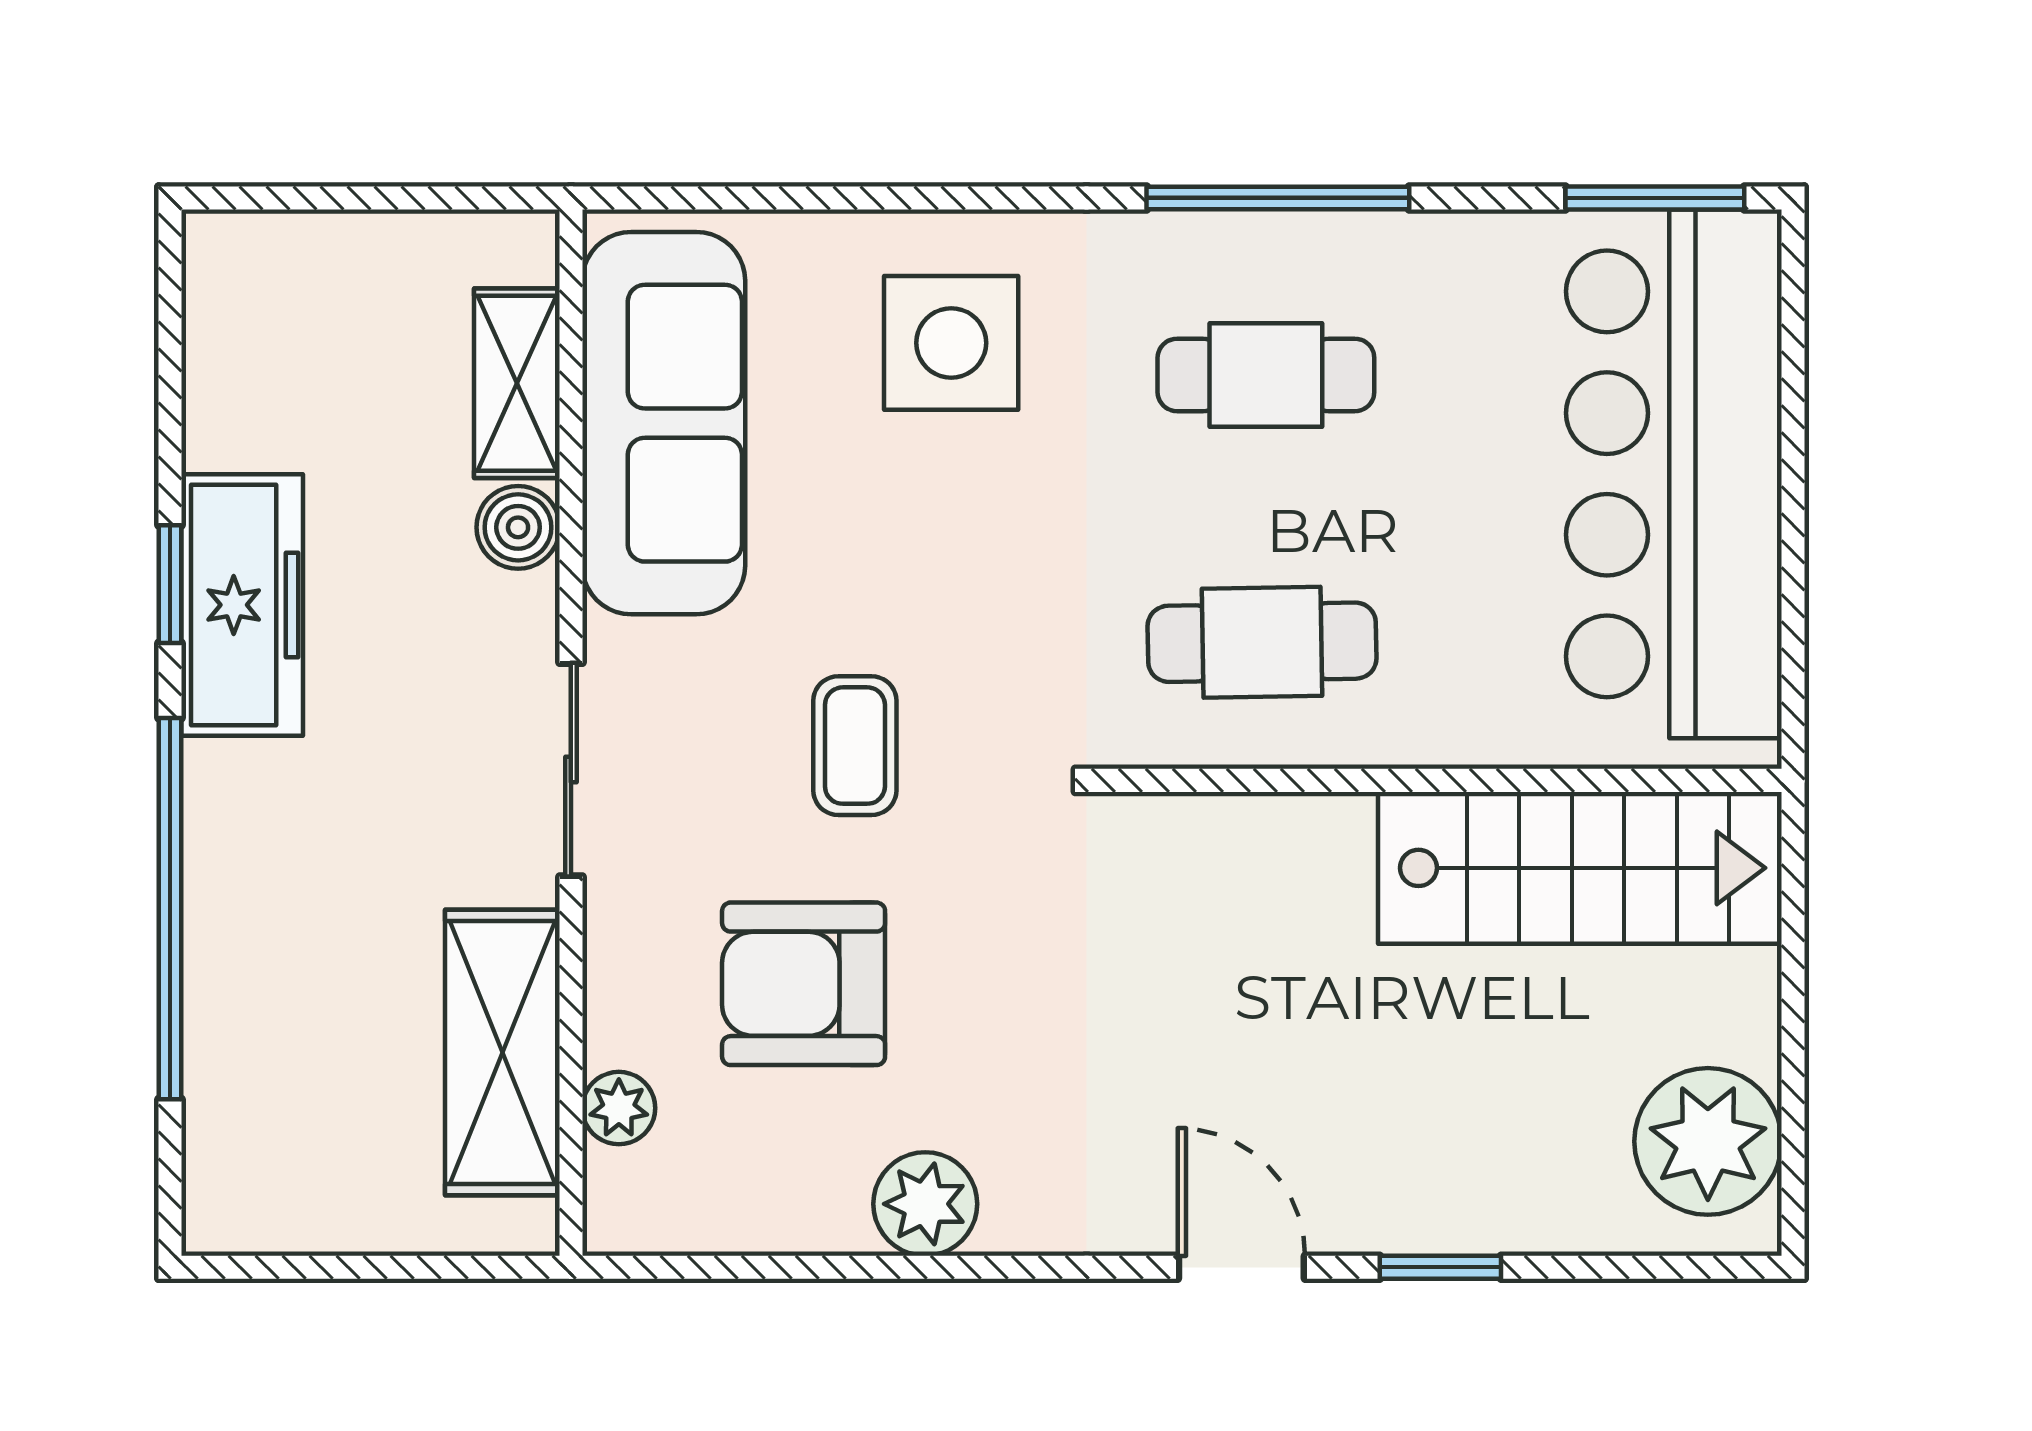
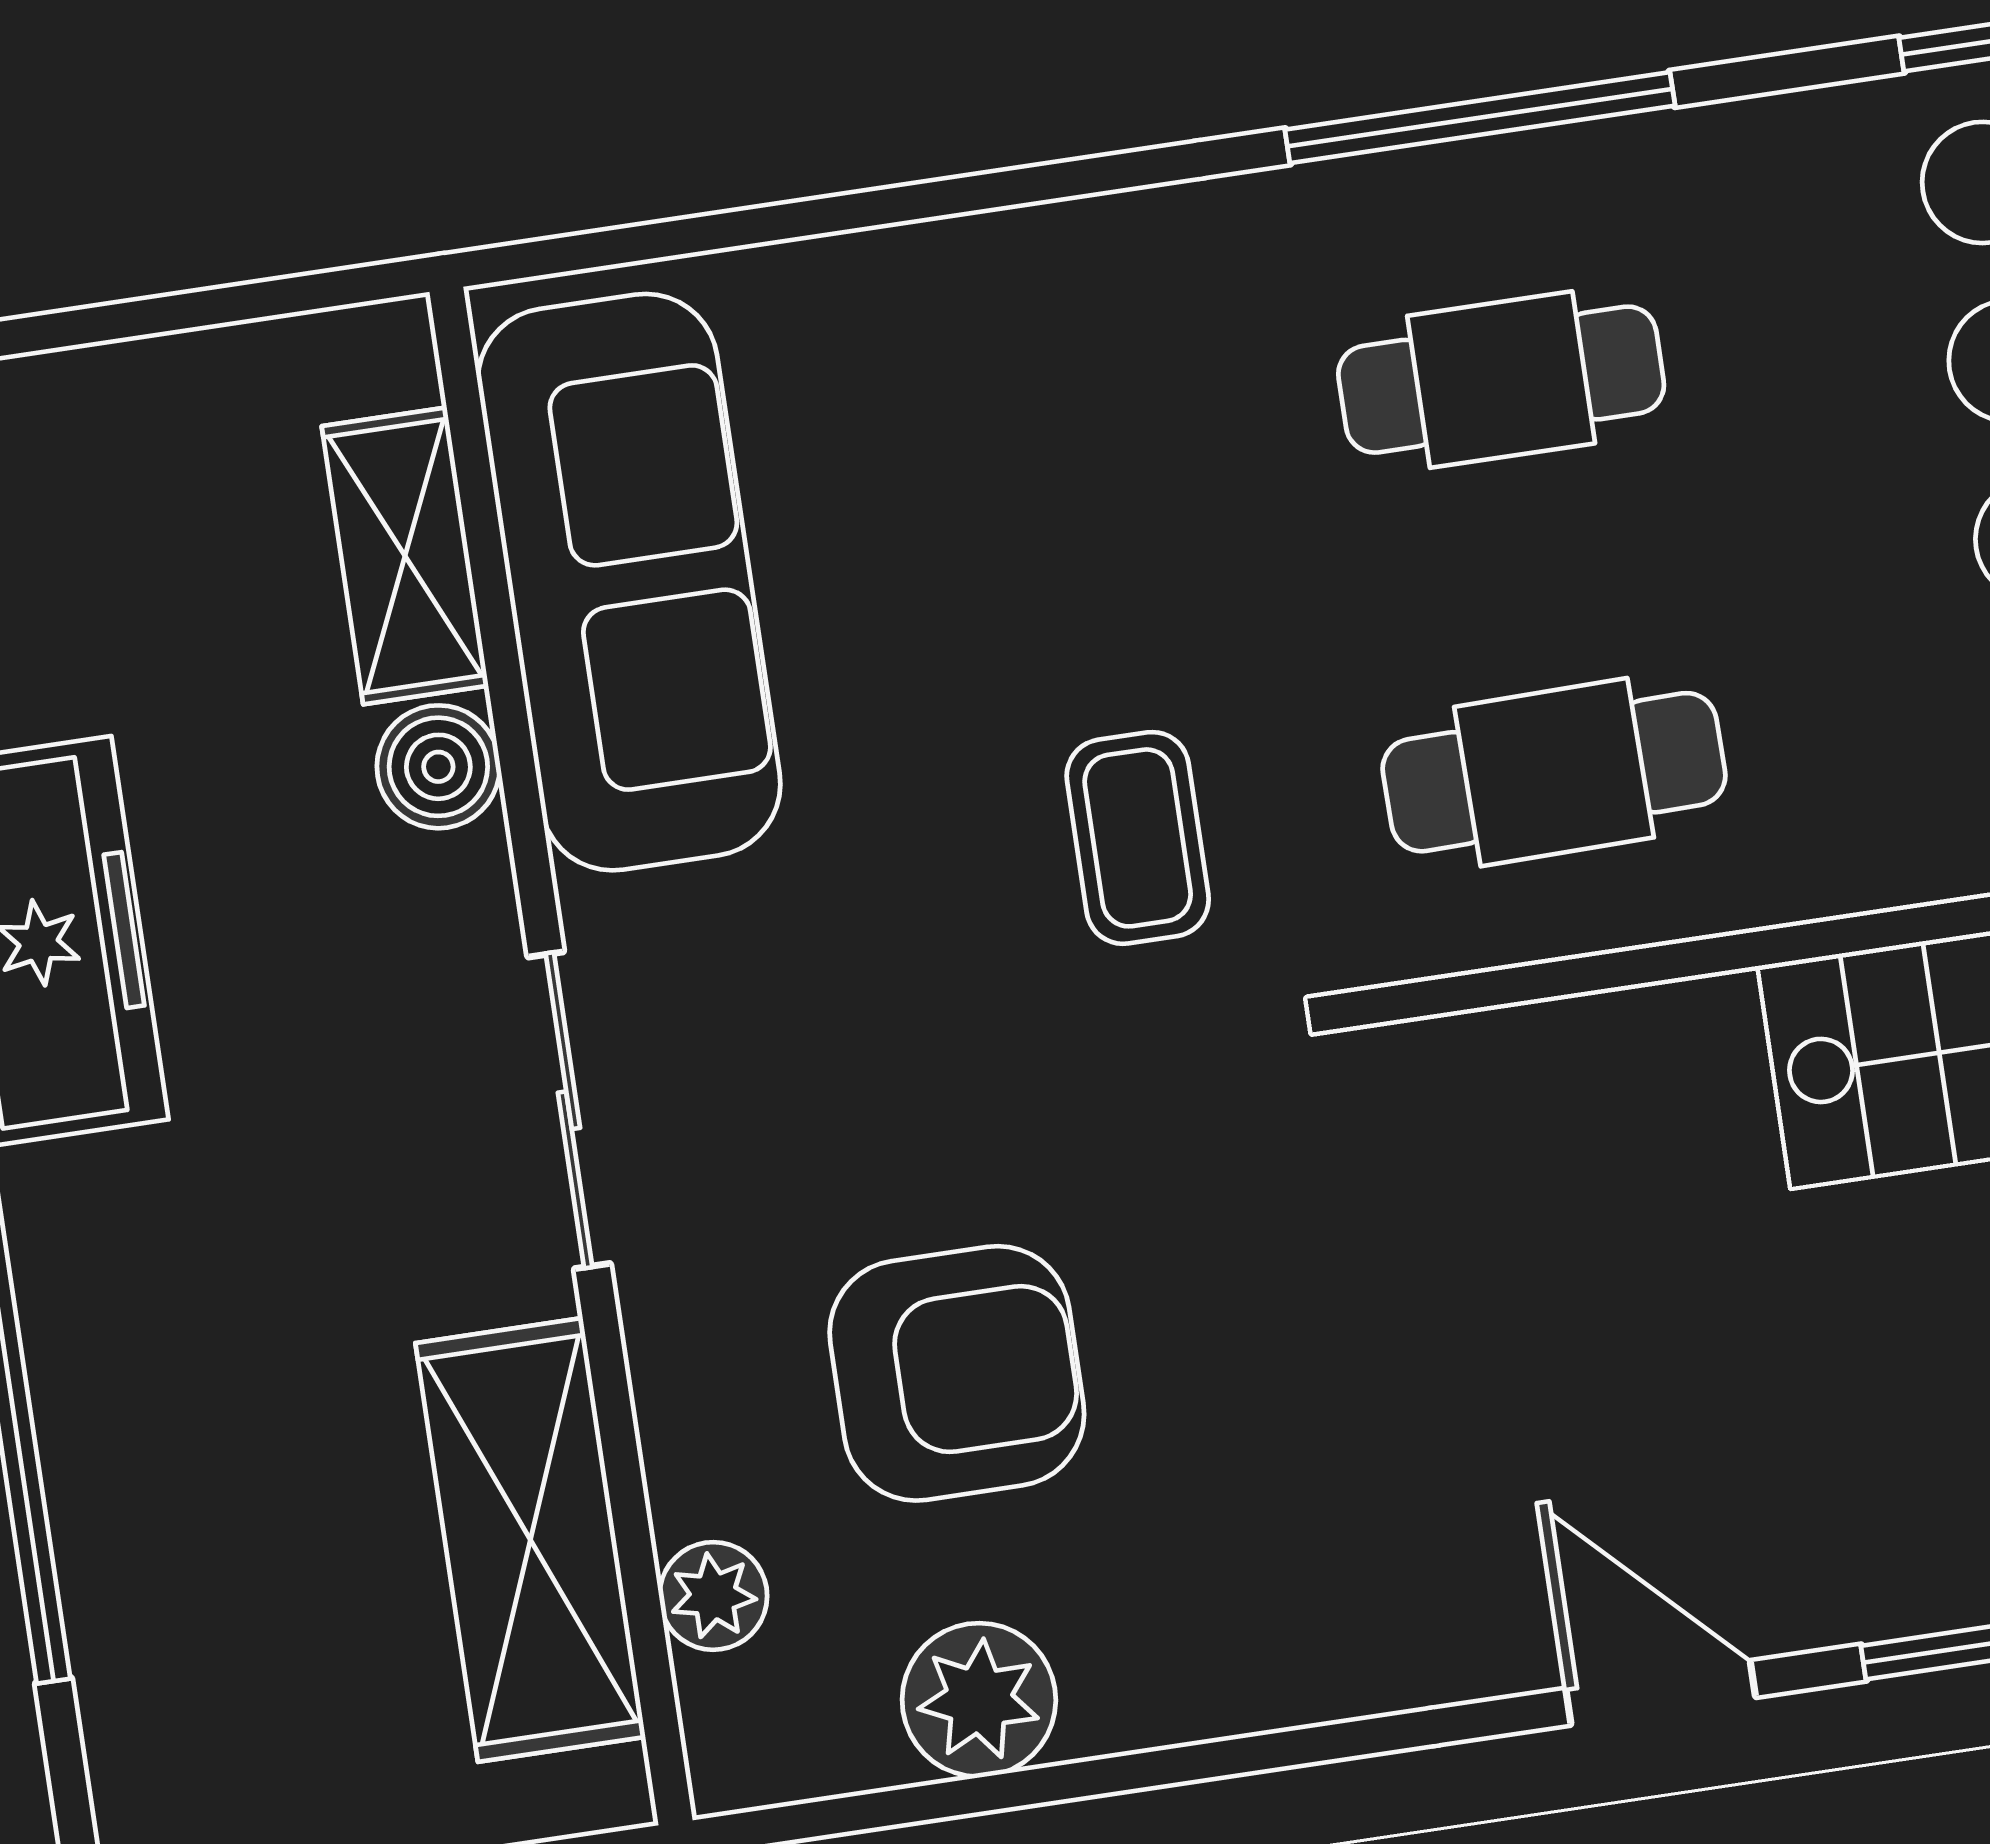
side table: (951, 343) -> (1033, 402), removed
coffee table: (855, 746) -> (1138, 838), moved
armchair: (804, 984) -> (957, 1373), turned 180
plant: (925, 1204) -> (979, 1700), moved

